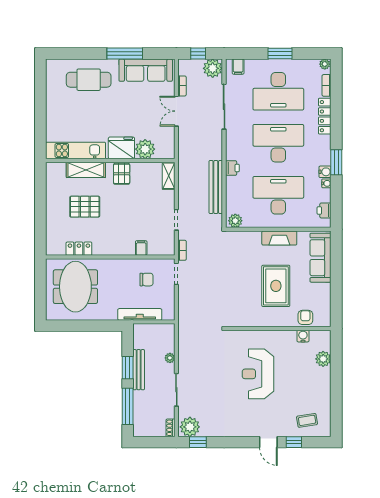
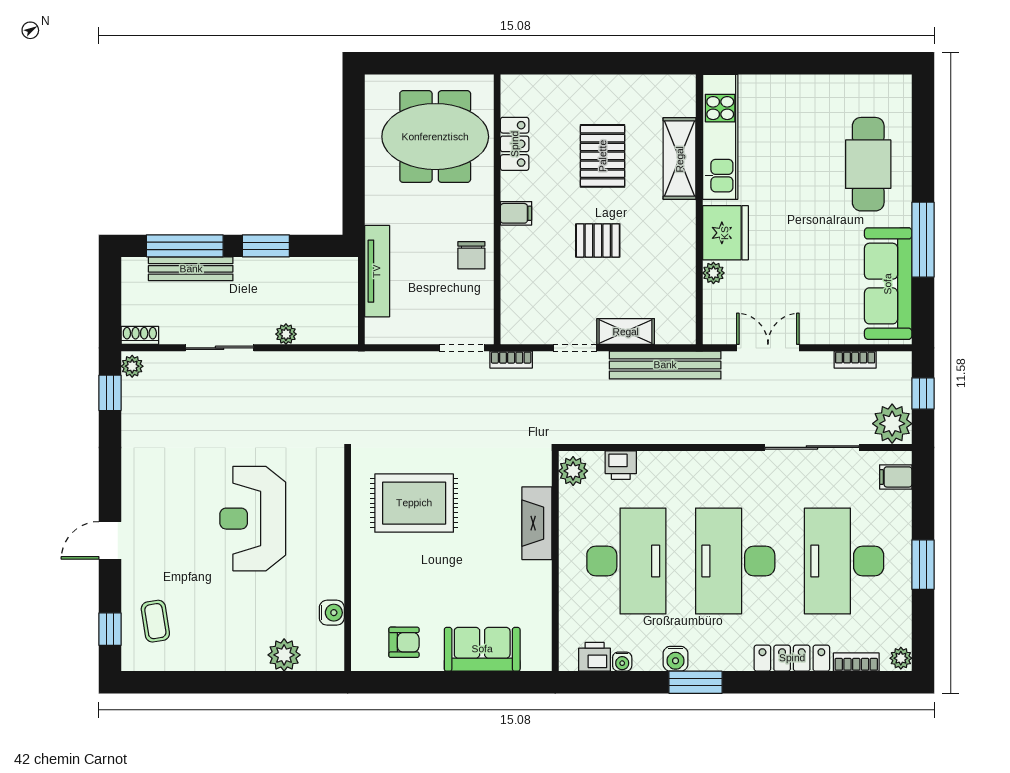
double door: (176, 111) -> (768, 348), moved
desk: (278, 143) -> (735, 561), turned 180
plant: (145, 149) -> (713, 273), width x0.53, depth x0.53
printer: (232, 168) -> (621, 465), moved
pallet: (122, 174) -> (598, 240), moved
shelving: (169, 176) -> (626, 332), moved
water cooler: (326, 183) -> (622, 662), moved
bench: (216, 187) -> (665, 365), moved
fireplace: (279, 238) -> (537, 523), moved
filing cabinet: (141, 248) -> (516, 213), moved
sofa: (320, 258) -> (482, 649), width x0.73
chair: (146, 280) -> (471, 255), moved
rug: (276, 286) -> (414, 503), moved
armchair: (305, 317) -> (404, 642), moved
bench: (139, 370) -> (191, 269), moved
reception desk: (258, 374) -> (253, 519), turned -90
plant: (190, 427) -> (132, 366), width x0.53, depth x0.53
window: (294, 442) -> (110, 629), moved

